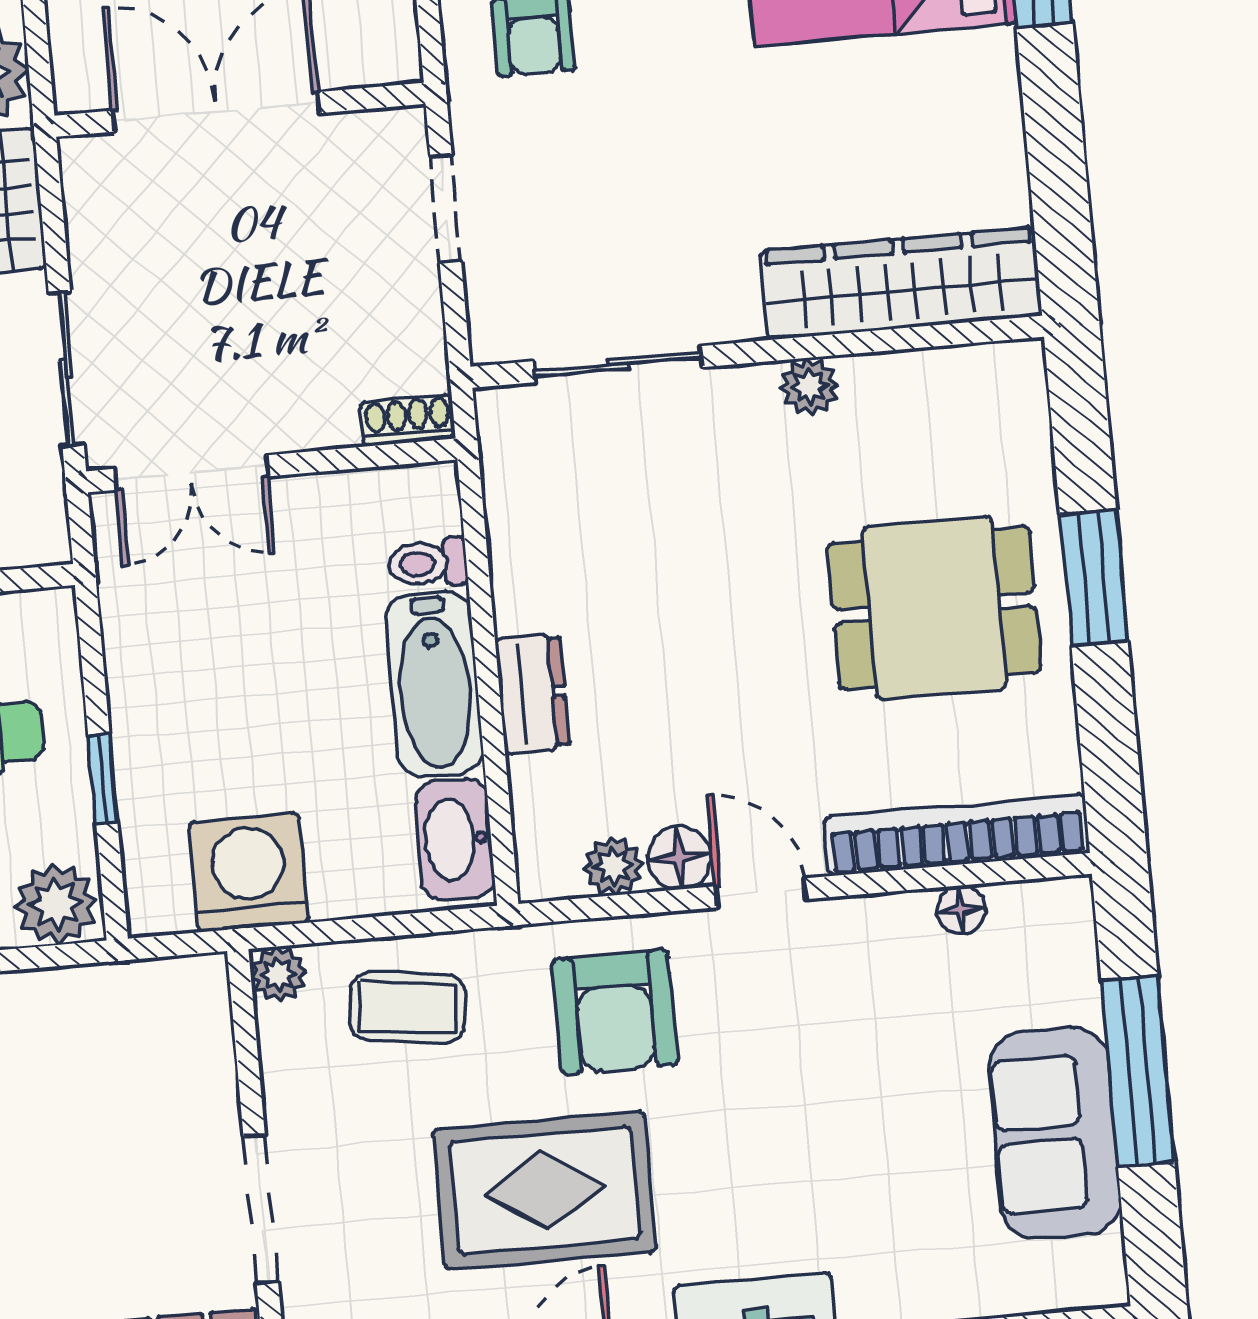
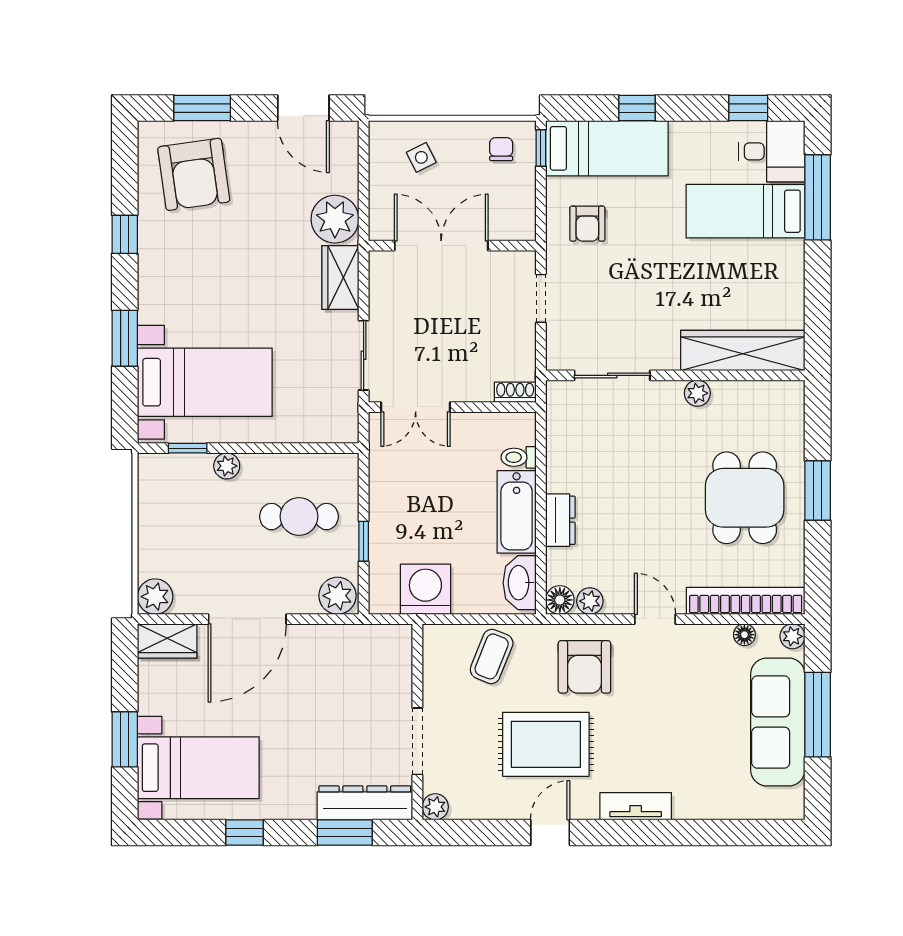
dining table: (934, 608) -> (745, 498), turned 90
floor lamp: (680, 858) -> (560, 600), moved
plant: (278, 974) -> (792, 636), moved
coffee table: (408, 1007) -> (492, 656), turned -75
sofa: (1055, 1133) -> (778, 722), width x1.36

